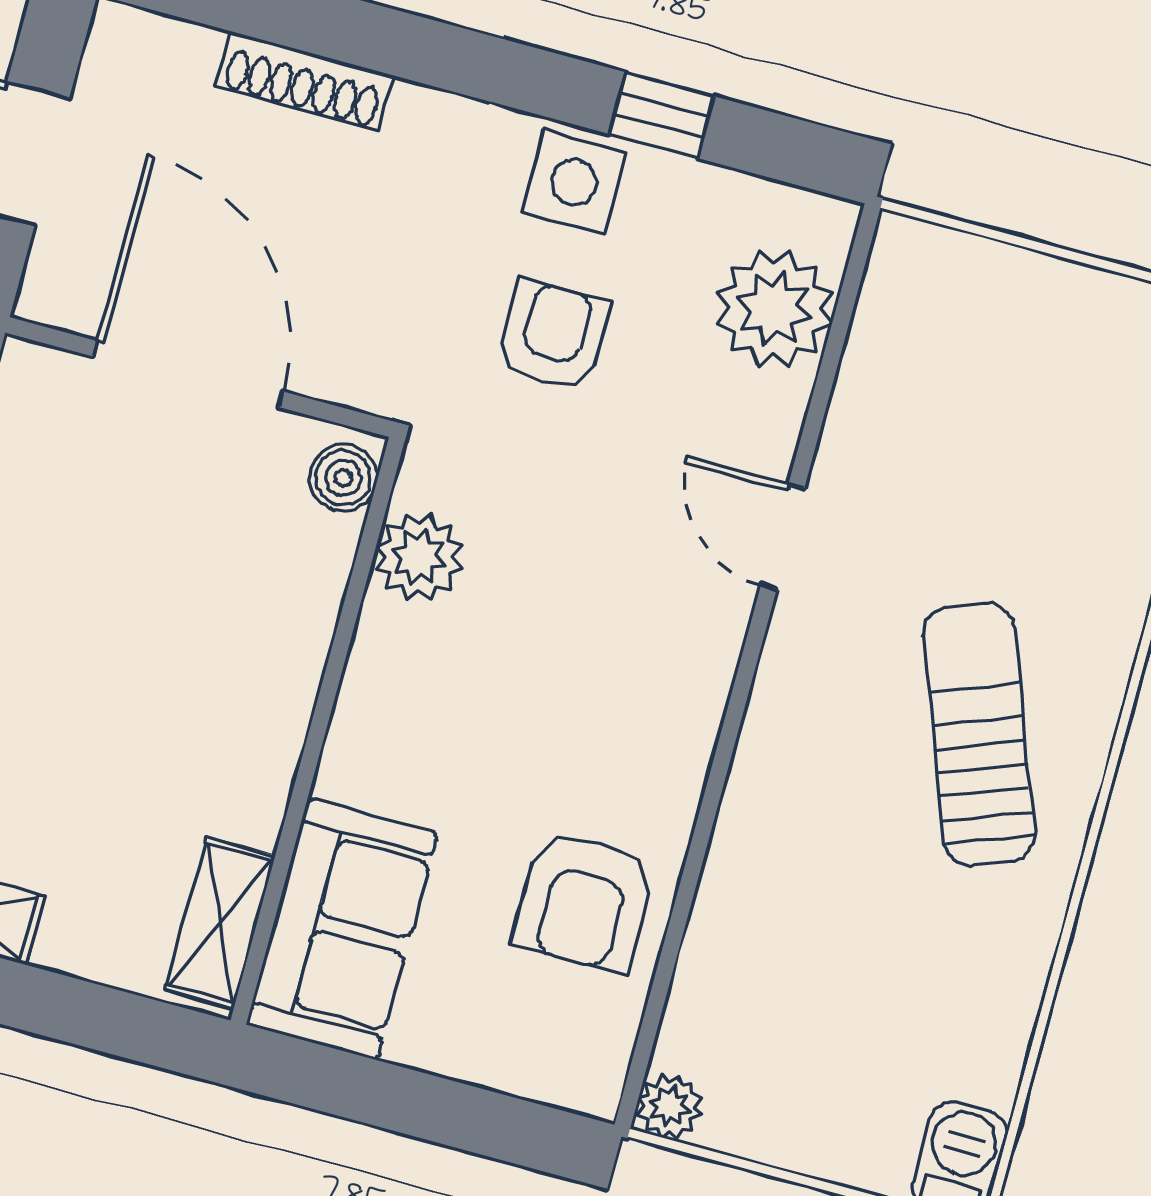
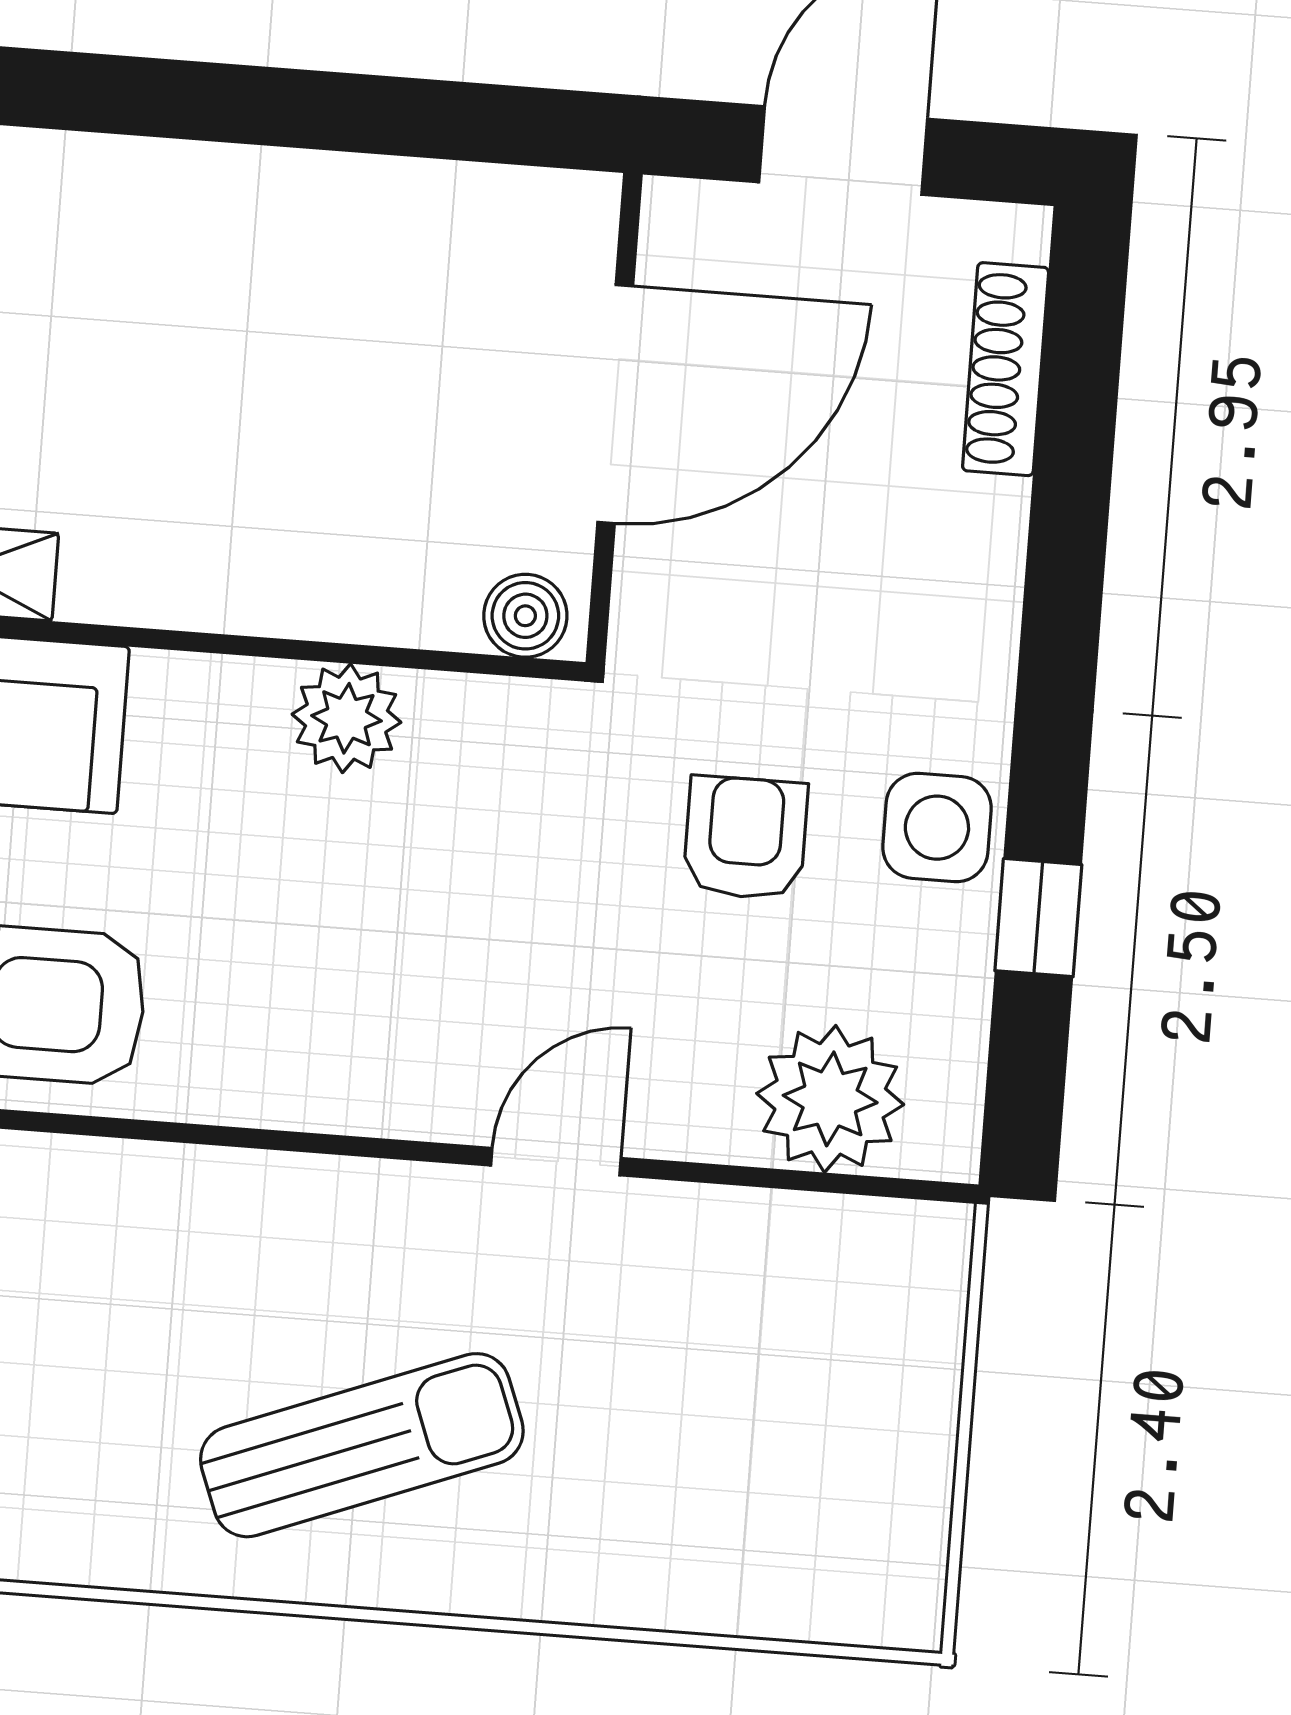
shoe rack: (304, 81) -> (1006, 369), moved
armchair: (553, 336) -> (745, 838), turned -90
plant: (419, 557) -> (346, 718), moved

